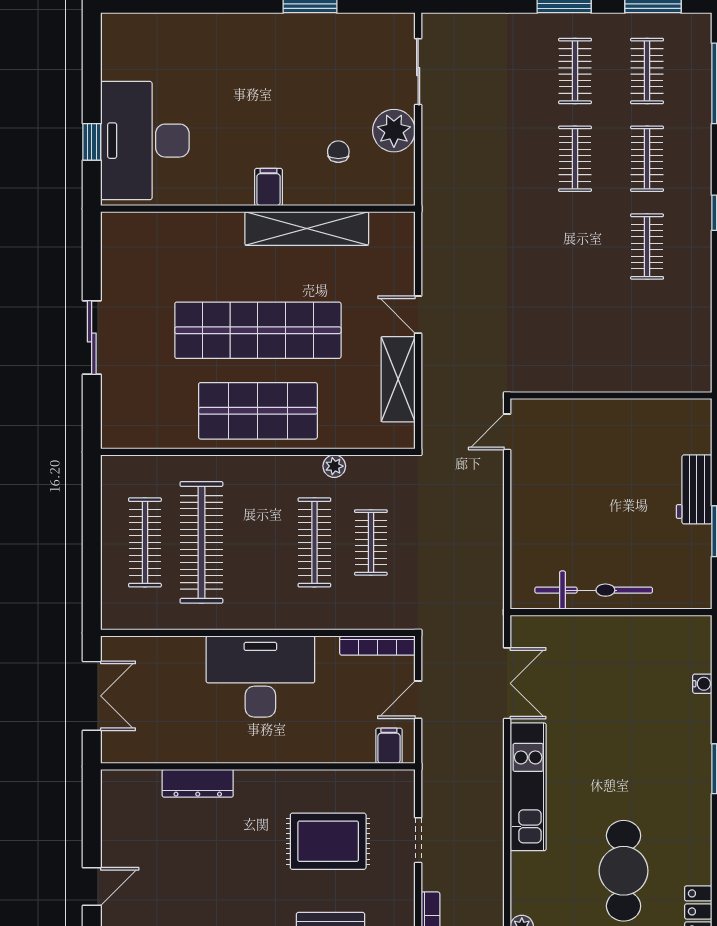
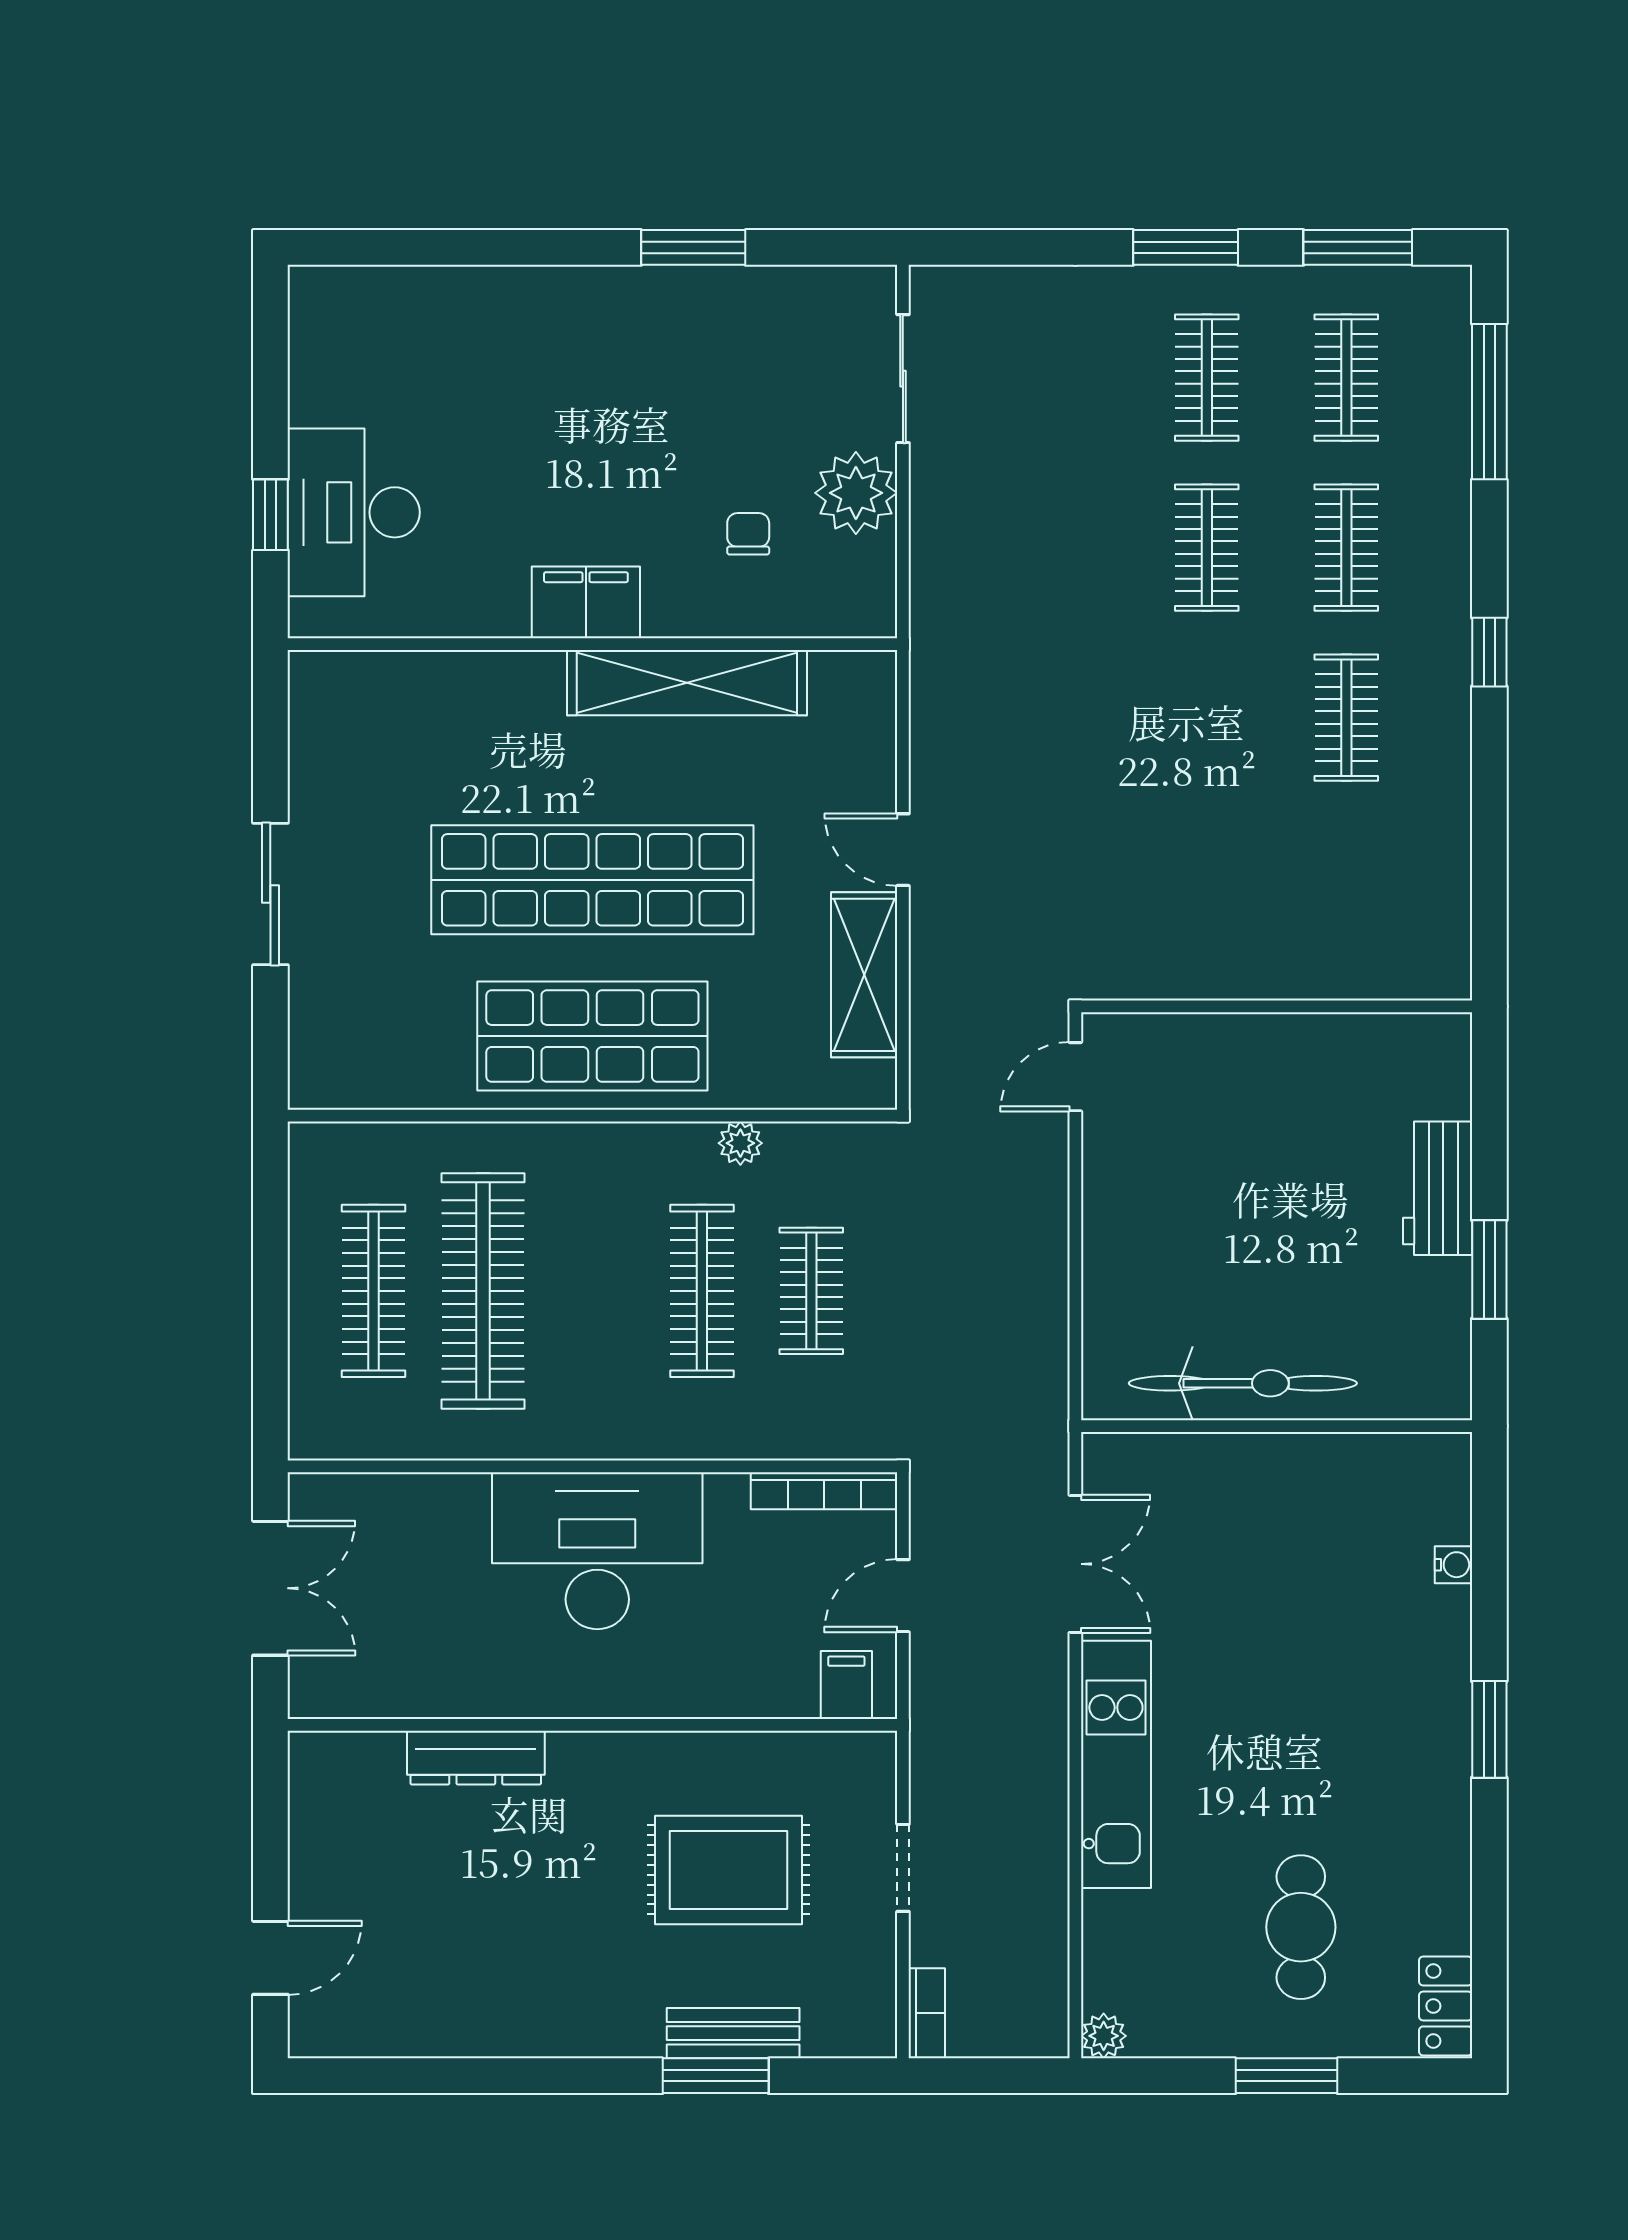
desk: (145, 141) -> (354, 512), width x0.73, depth x0.77
filing cabinet: (268, 187) -> (586, 602), width x2.00
cafe table: (624, 871) -> (1301, 1927), width x0.73, depth x0.74

